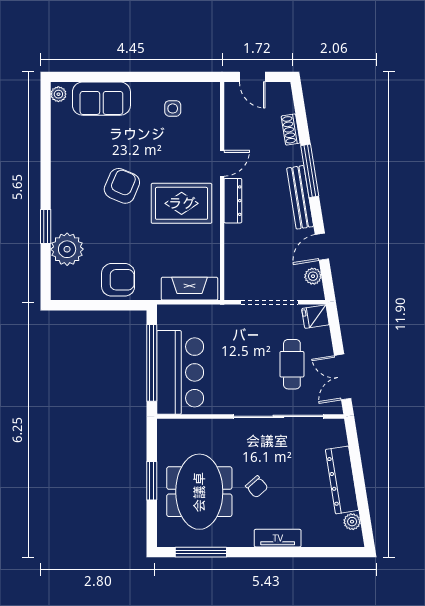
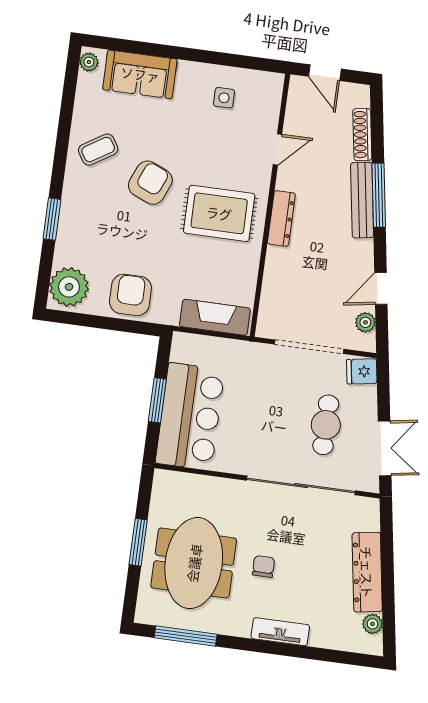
shoe rack: (291, 130) -> (362, 135), width x1.43
door: (222, 163) -> (277, 149), moved
coffee table: (76, 165) -> (98, 150), added
bench: (300, 197) -> (362, 200), moved
plant: (67, 249) -> (69, 287), moved
armchair: (118, 280) -> (130, 295), turned -90
window: (152, 363) -> (157, 400), width x0.47
double door: (343, 377) -> (385, 448), swing flipped
chair: (257, 487) -> (263, 566), turned -139

